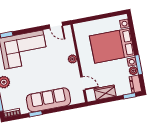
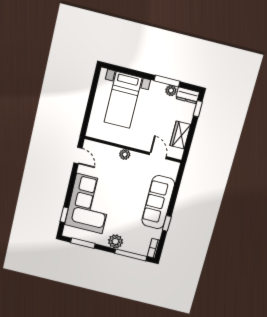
door: (56, 25) -> (78, 156), hinge flipped
bed with nightstands: (112, 46) -> (123, 100), width x0.73
door: (83, 83) -> (158, 156), hinge flipped

